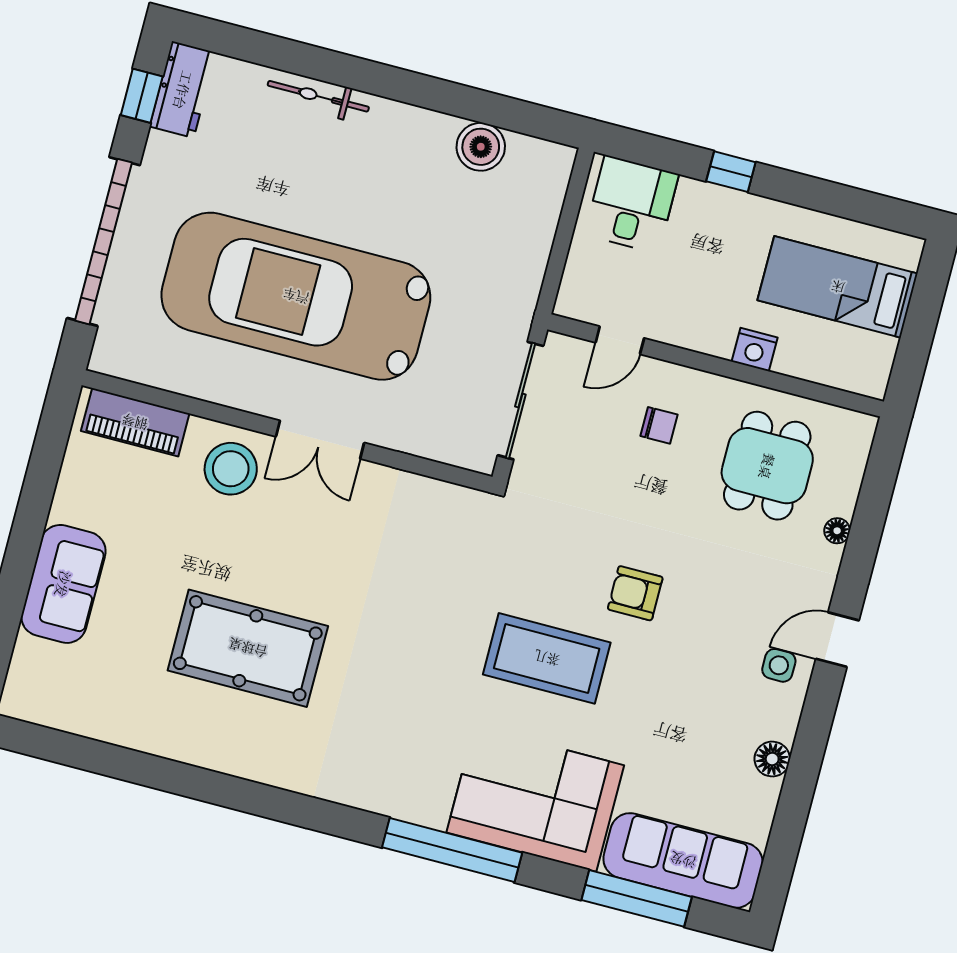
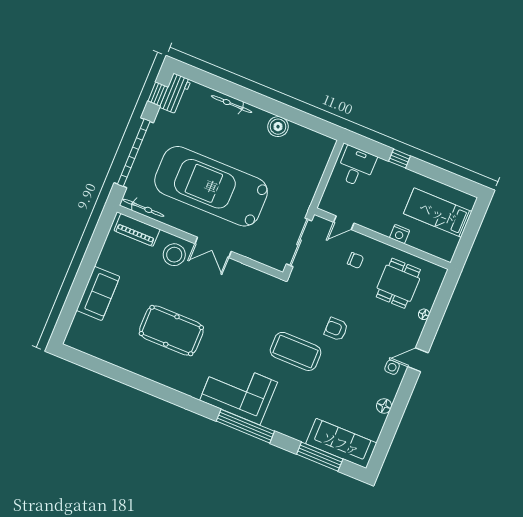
boiler: (481, 147) -> (278, 127), moved
bicycle: (143, 368) -> (143, 208), added
corner sofa: (535, 799) -> (239, 391), moved

